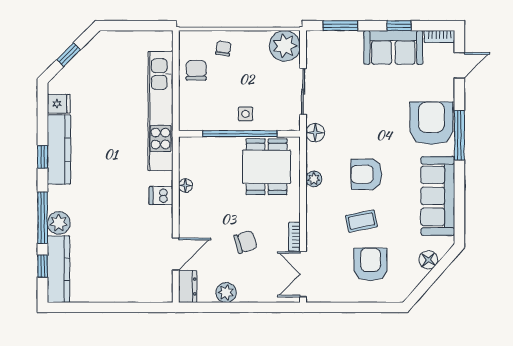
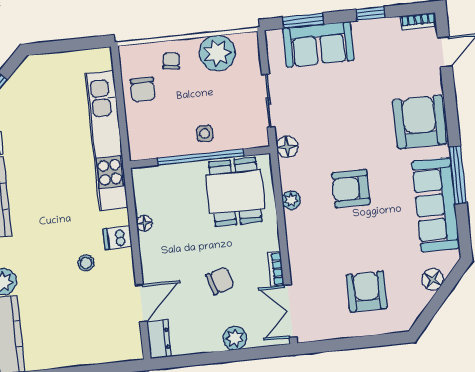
plant: (285, 46) -> (217, 53), moved
sofa: (393, 47) -> (318, 44), moved
chair: (196, 70) -> (143, 89), turned 180
window: (459, 135) -> (458, 175), moved
stool: (132, 214) -> (86, 263), added
coffee table: (361, 221) -> (351, 243), removed
plant: (226, 292) -> (235, 338), moved

